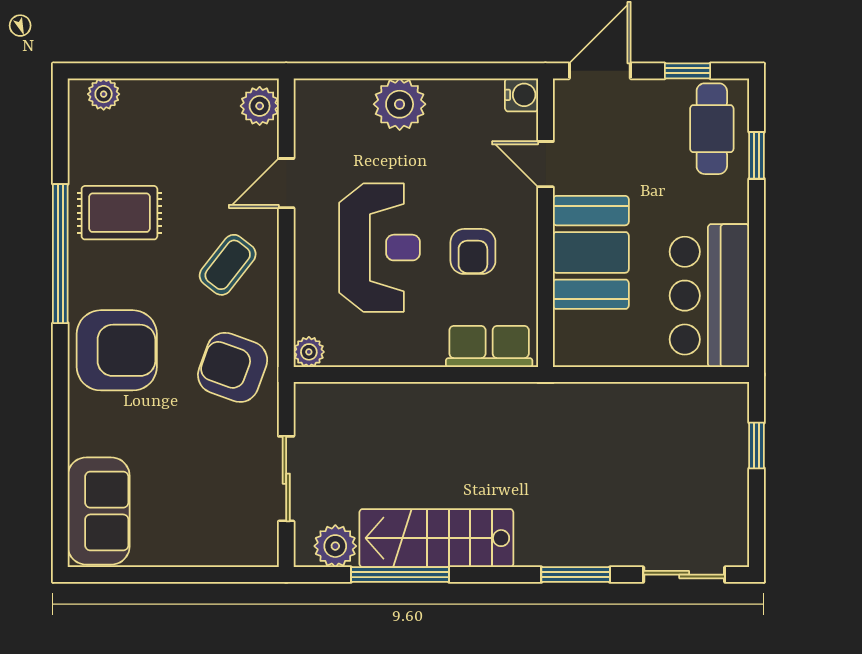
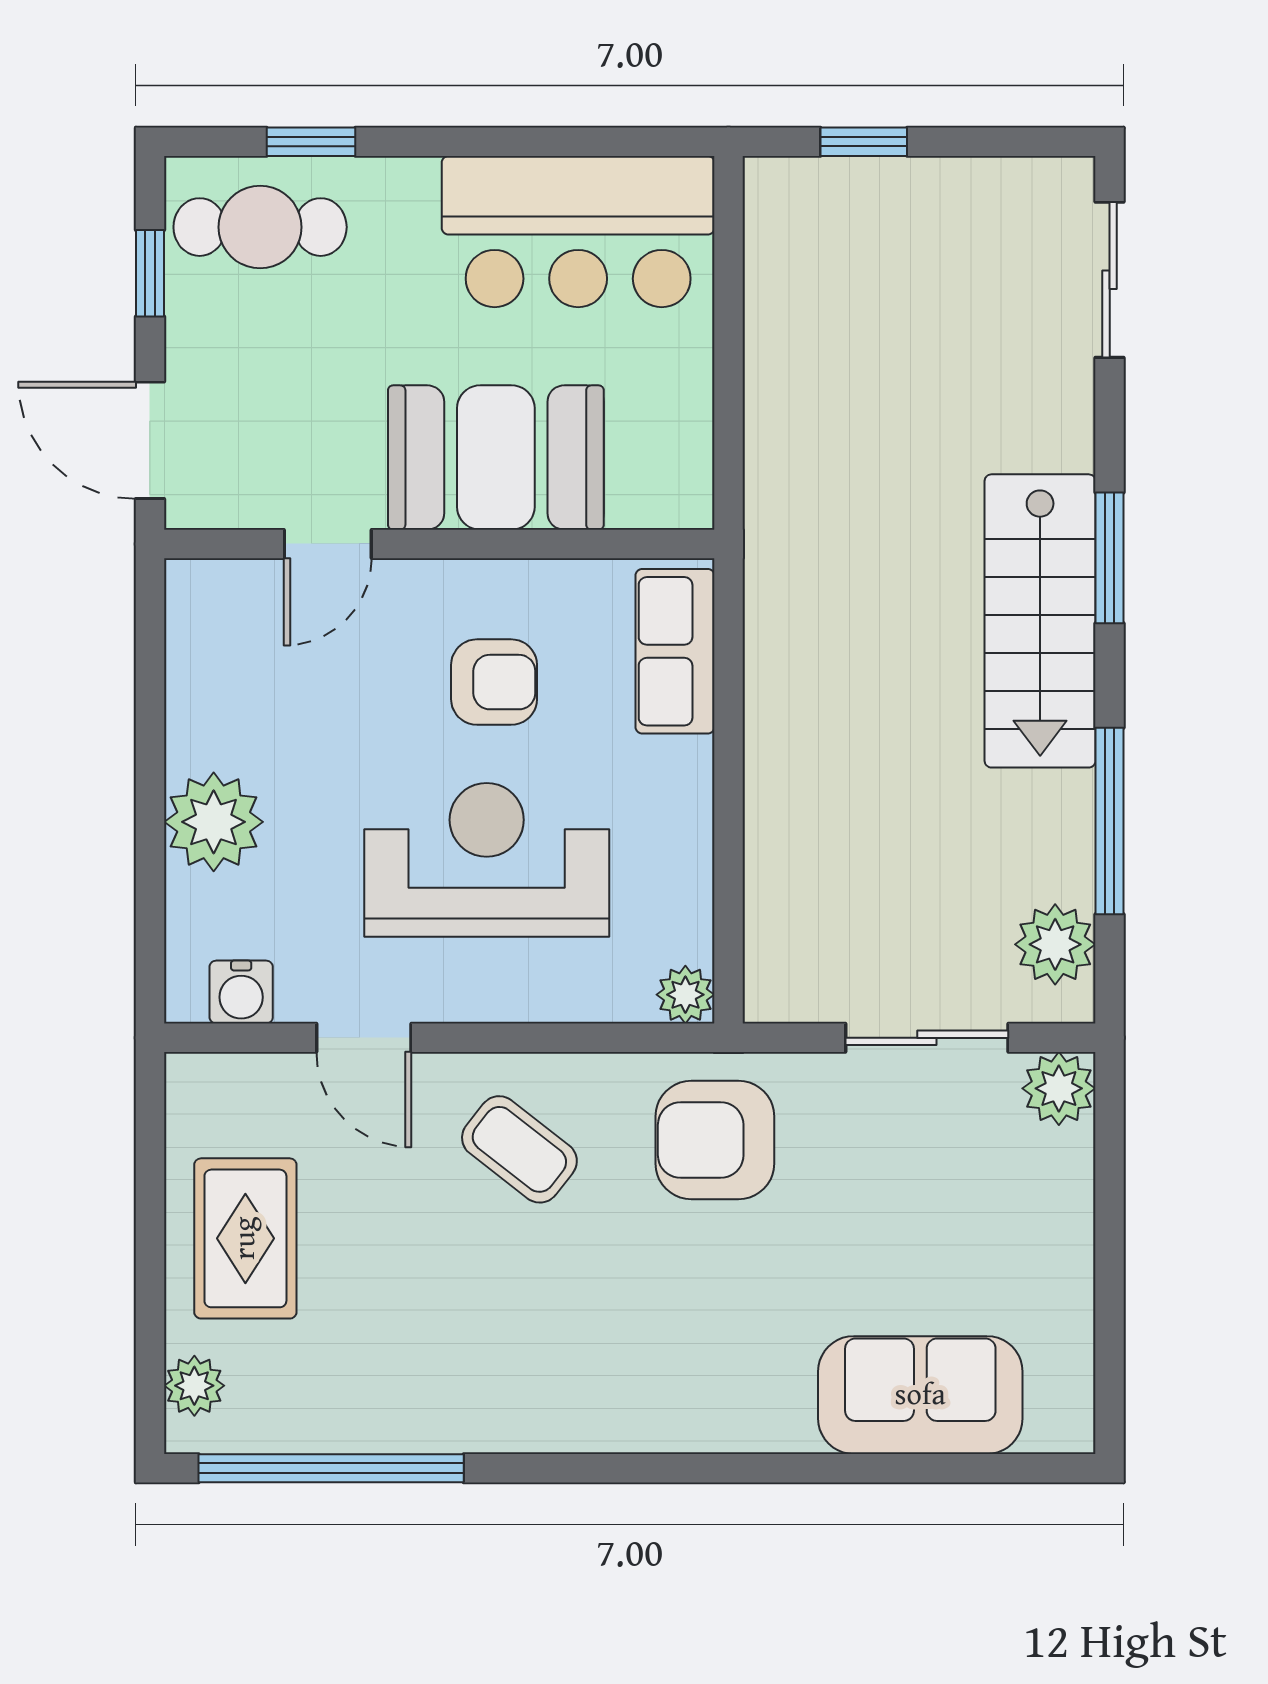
water cooler: (521, 95) -> (241, 992), moved, turned 180
plant: (260, 106) -> (1059, 1088), moved
rug: (119, 213) -> (245, 1238), moved
window: (60, 254) -> (331, 1468), moved
armchair: (117, 350) -> (682, 1361), removed
armchair: (233, 367) -> (715, 1140), turned 70
sofa: (99, 511) -> (920, 1395), moved
stairs: (436, 538) -> (1040, 621), moved
window: (576, 575) -> (1110, 558), moved

